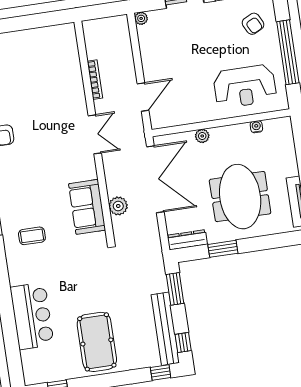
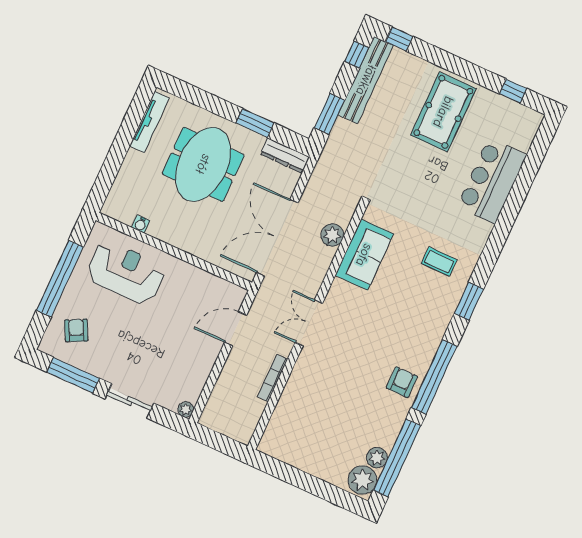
plant: (202, 136) -> (201, 250), removed

